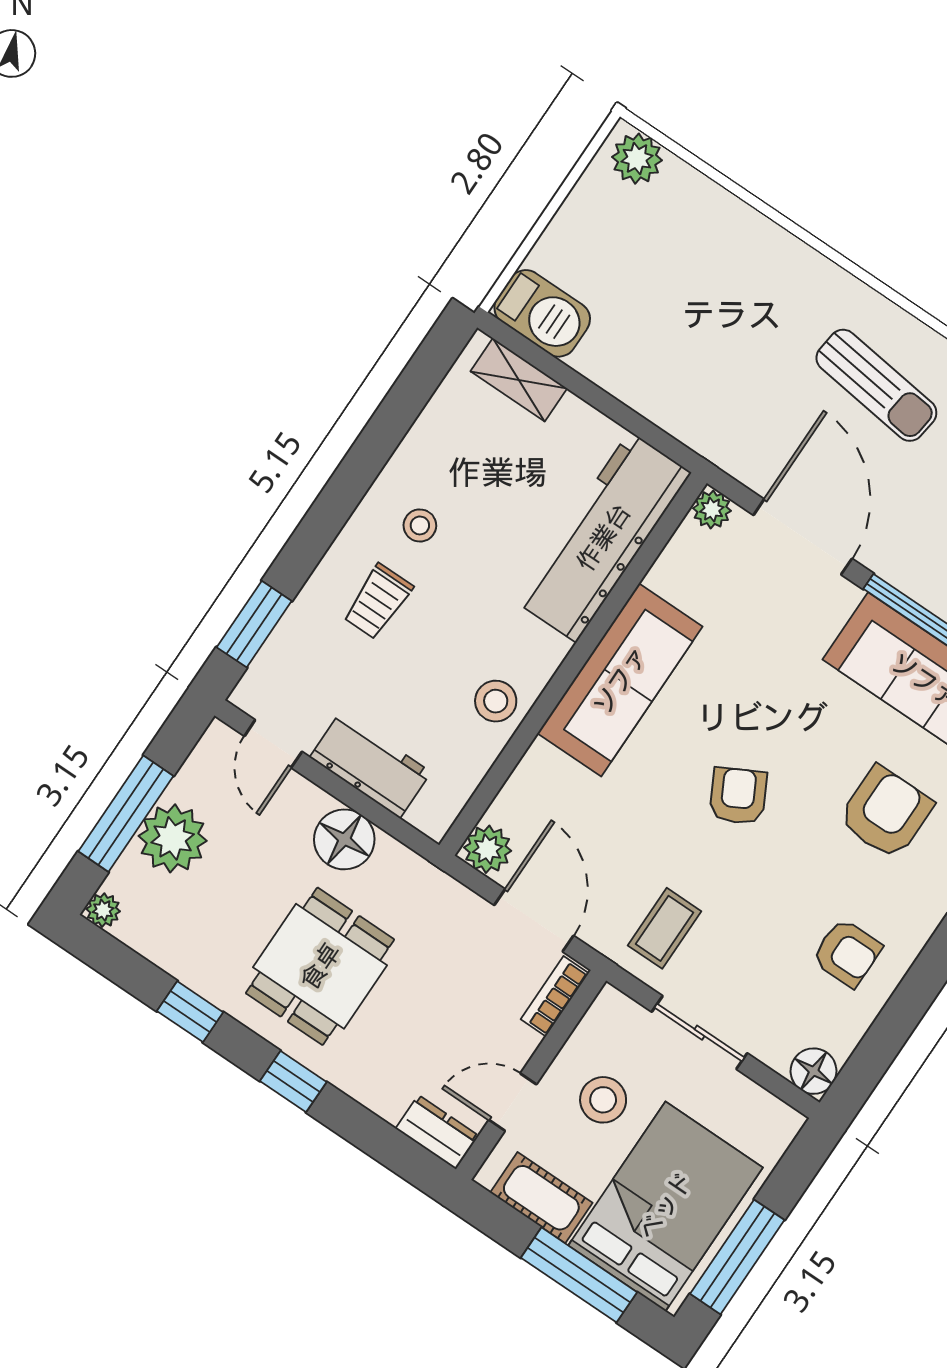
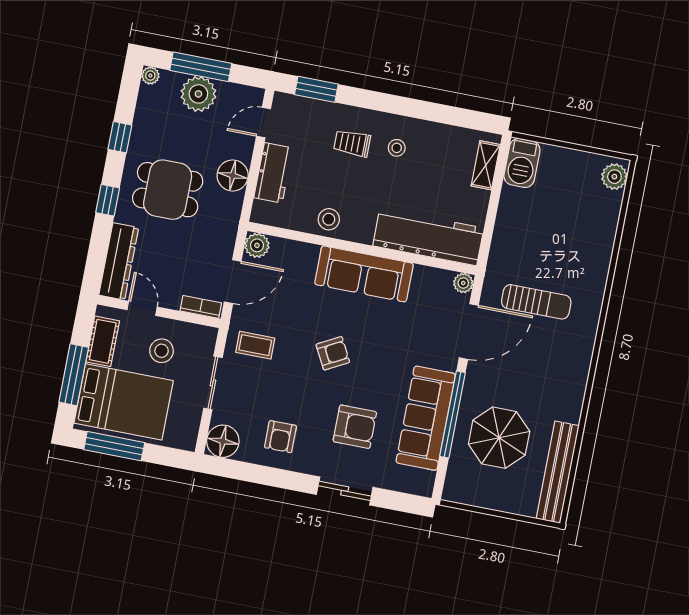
sun lounger: (876, 385) -> (536, 302), moved, turned -97
floor lamp: (814, 1071) -> (223, 441), width x1.38, depth x1.38
dresser: (437, 1132) -> (119, 261), width x1.96, depth x1.24

